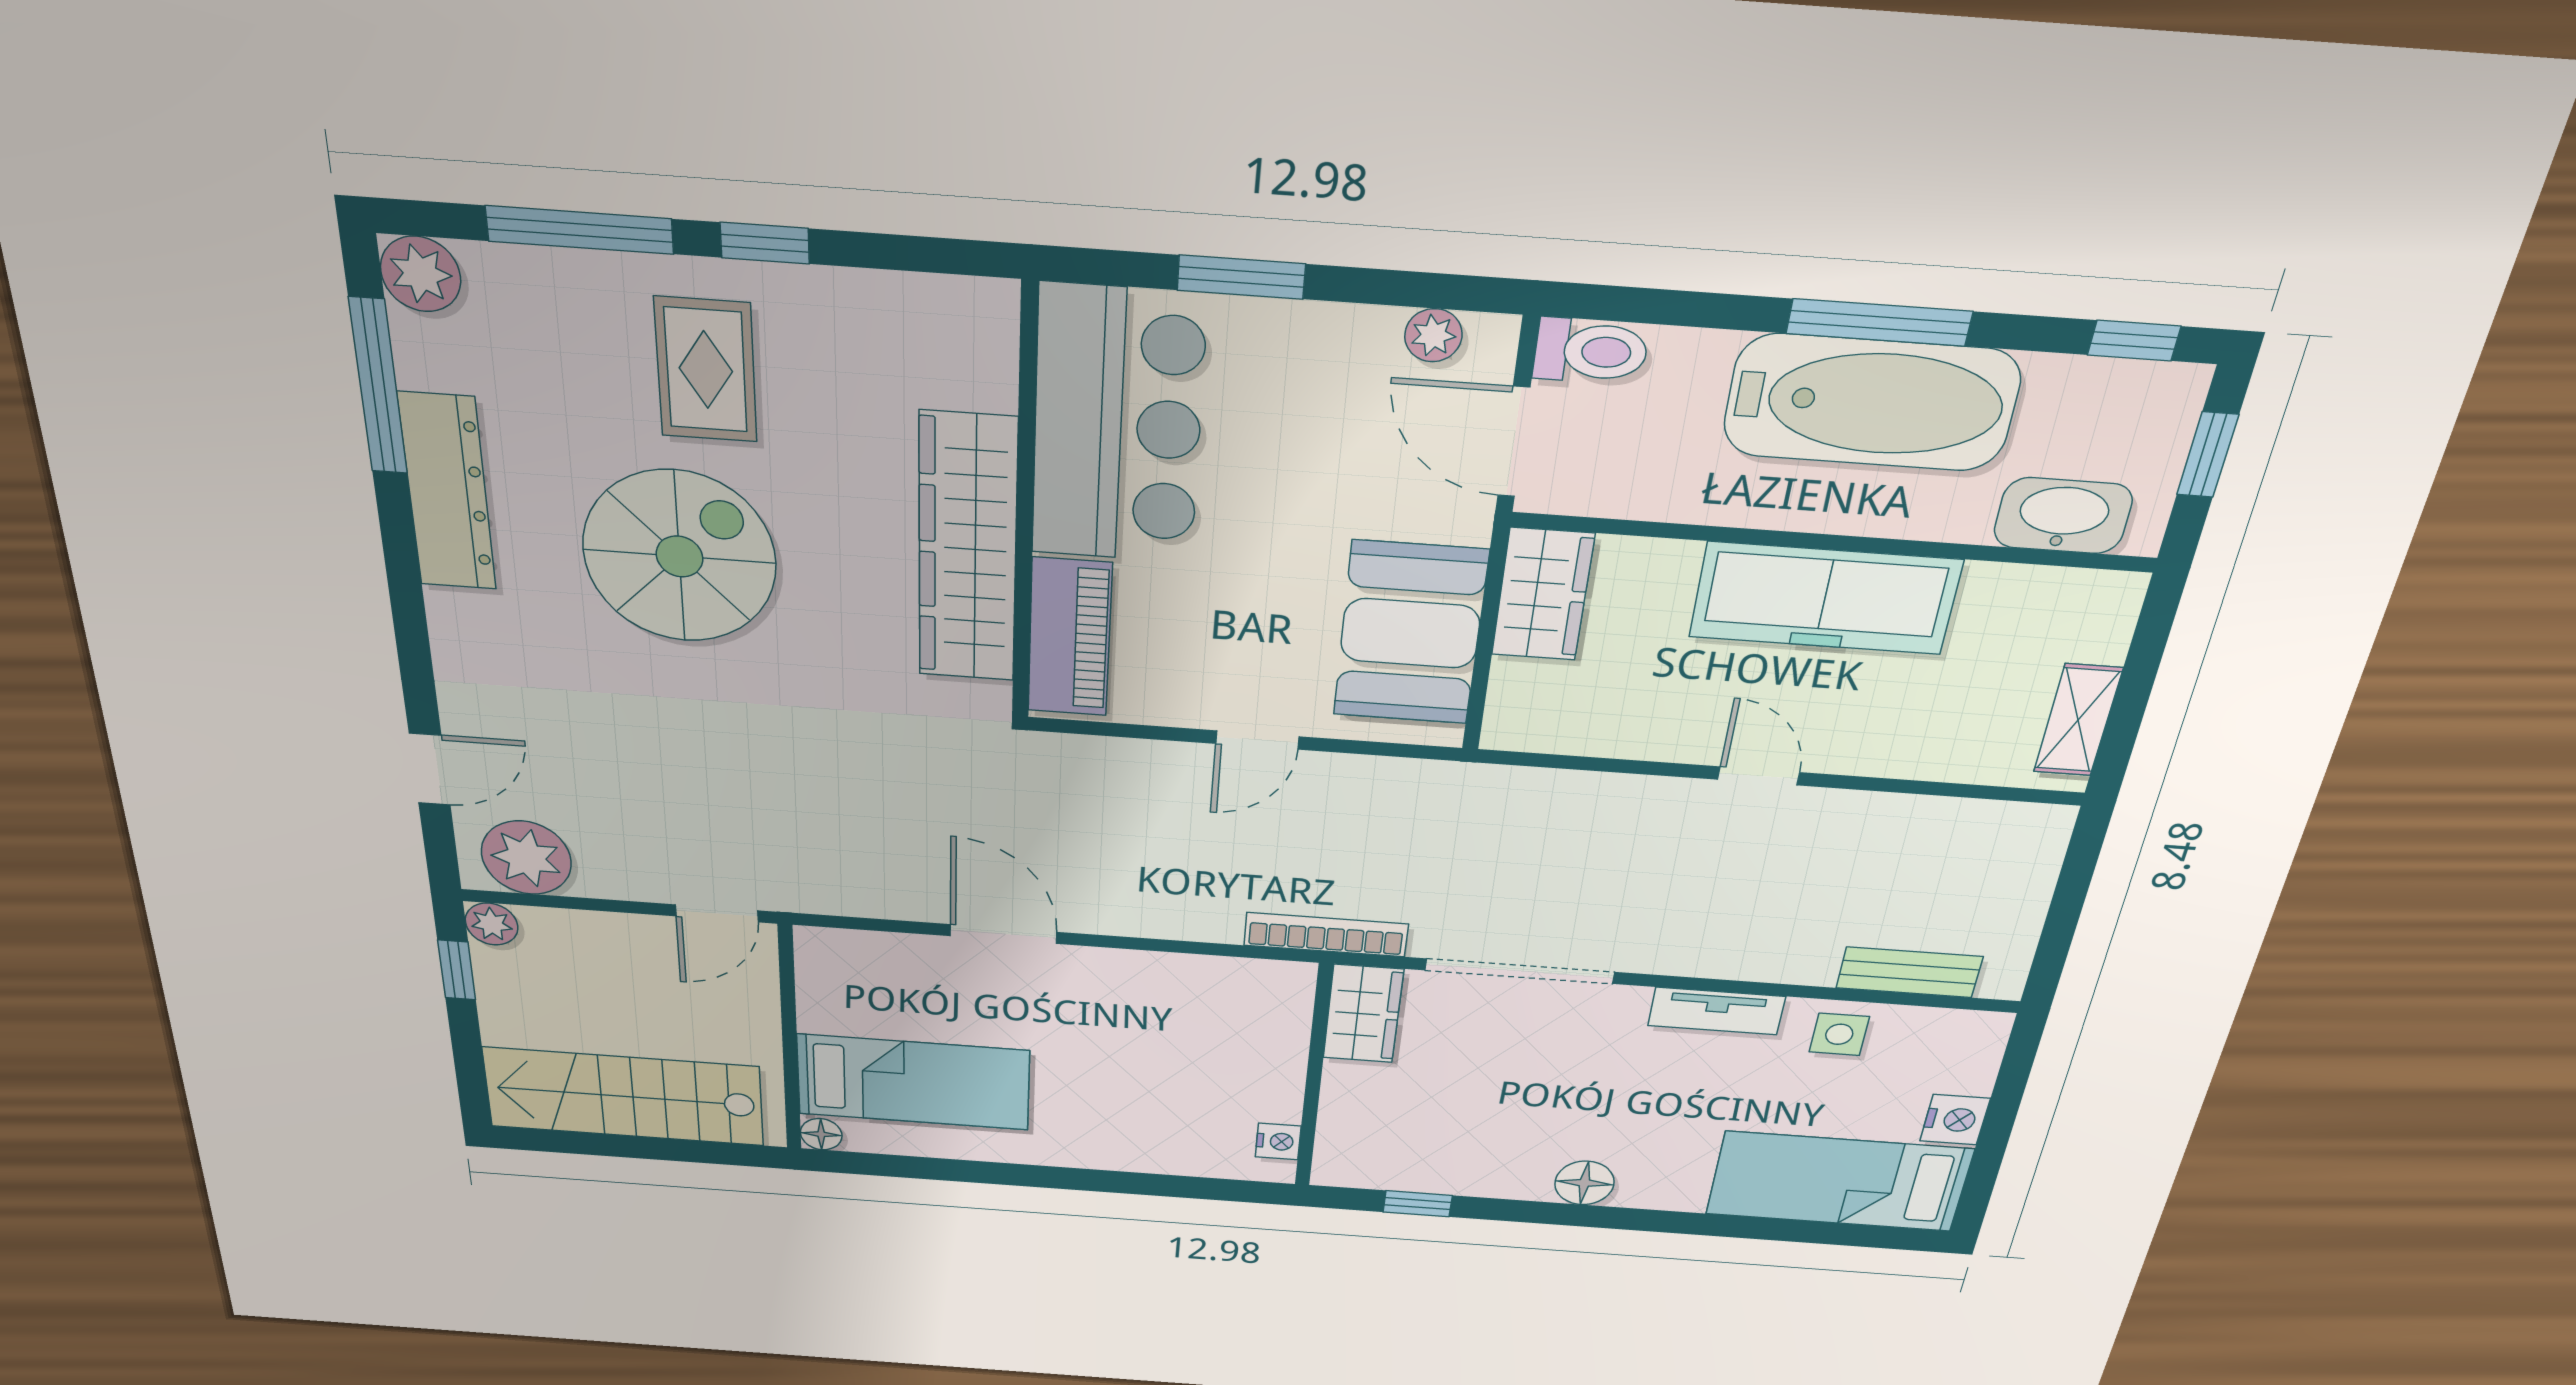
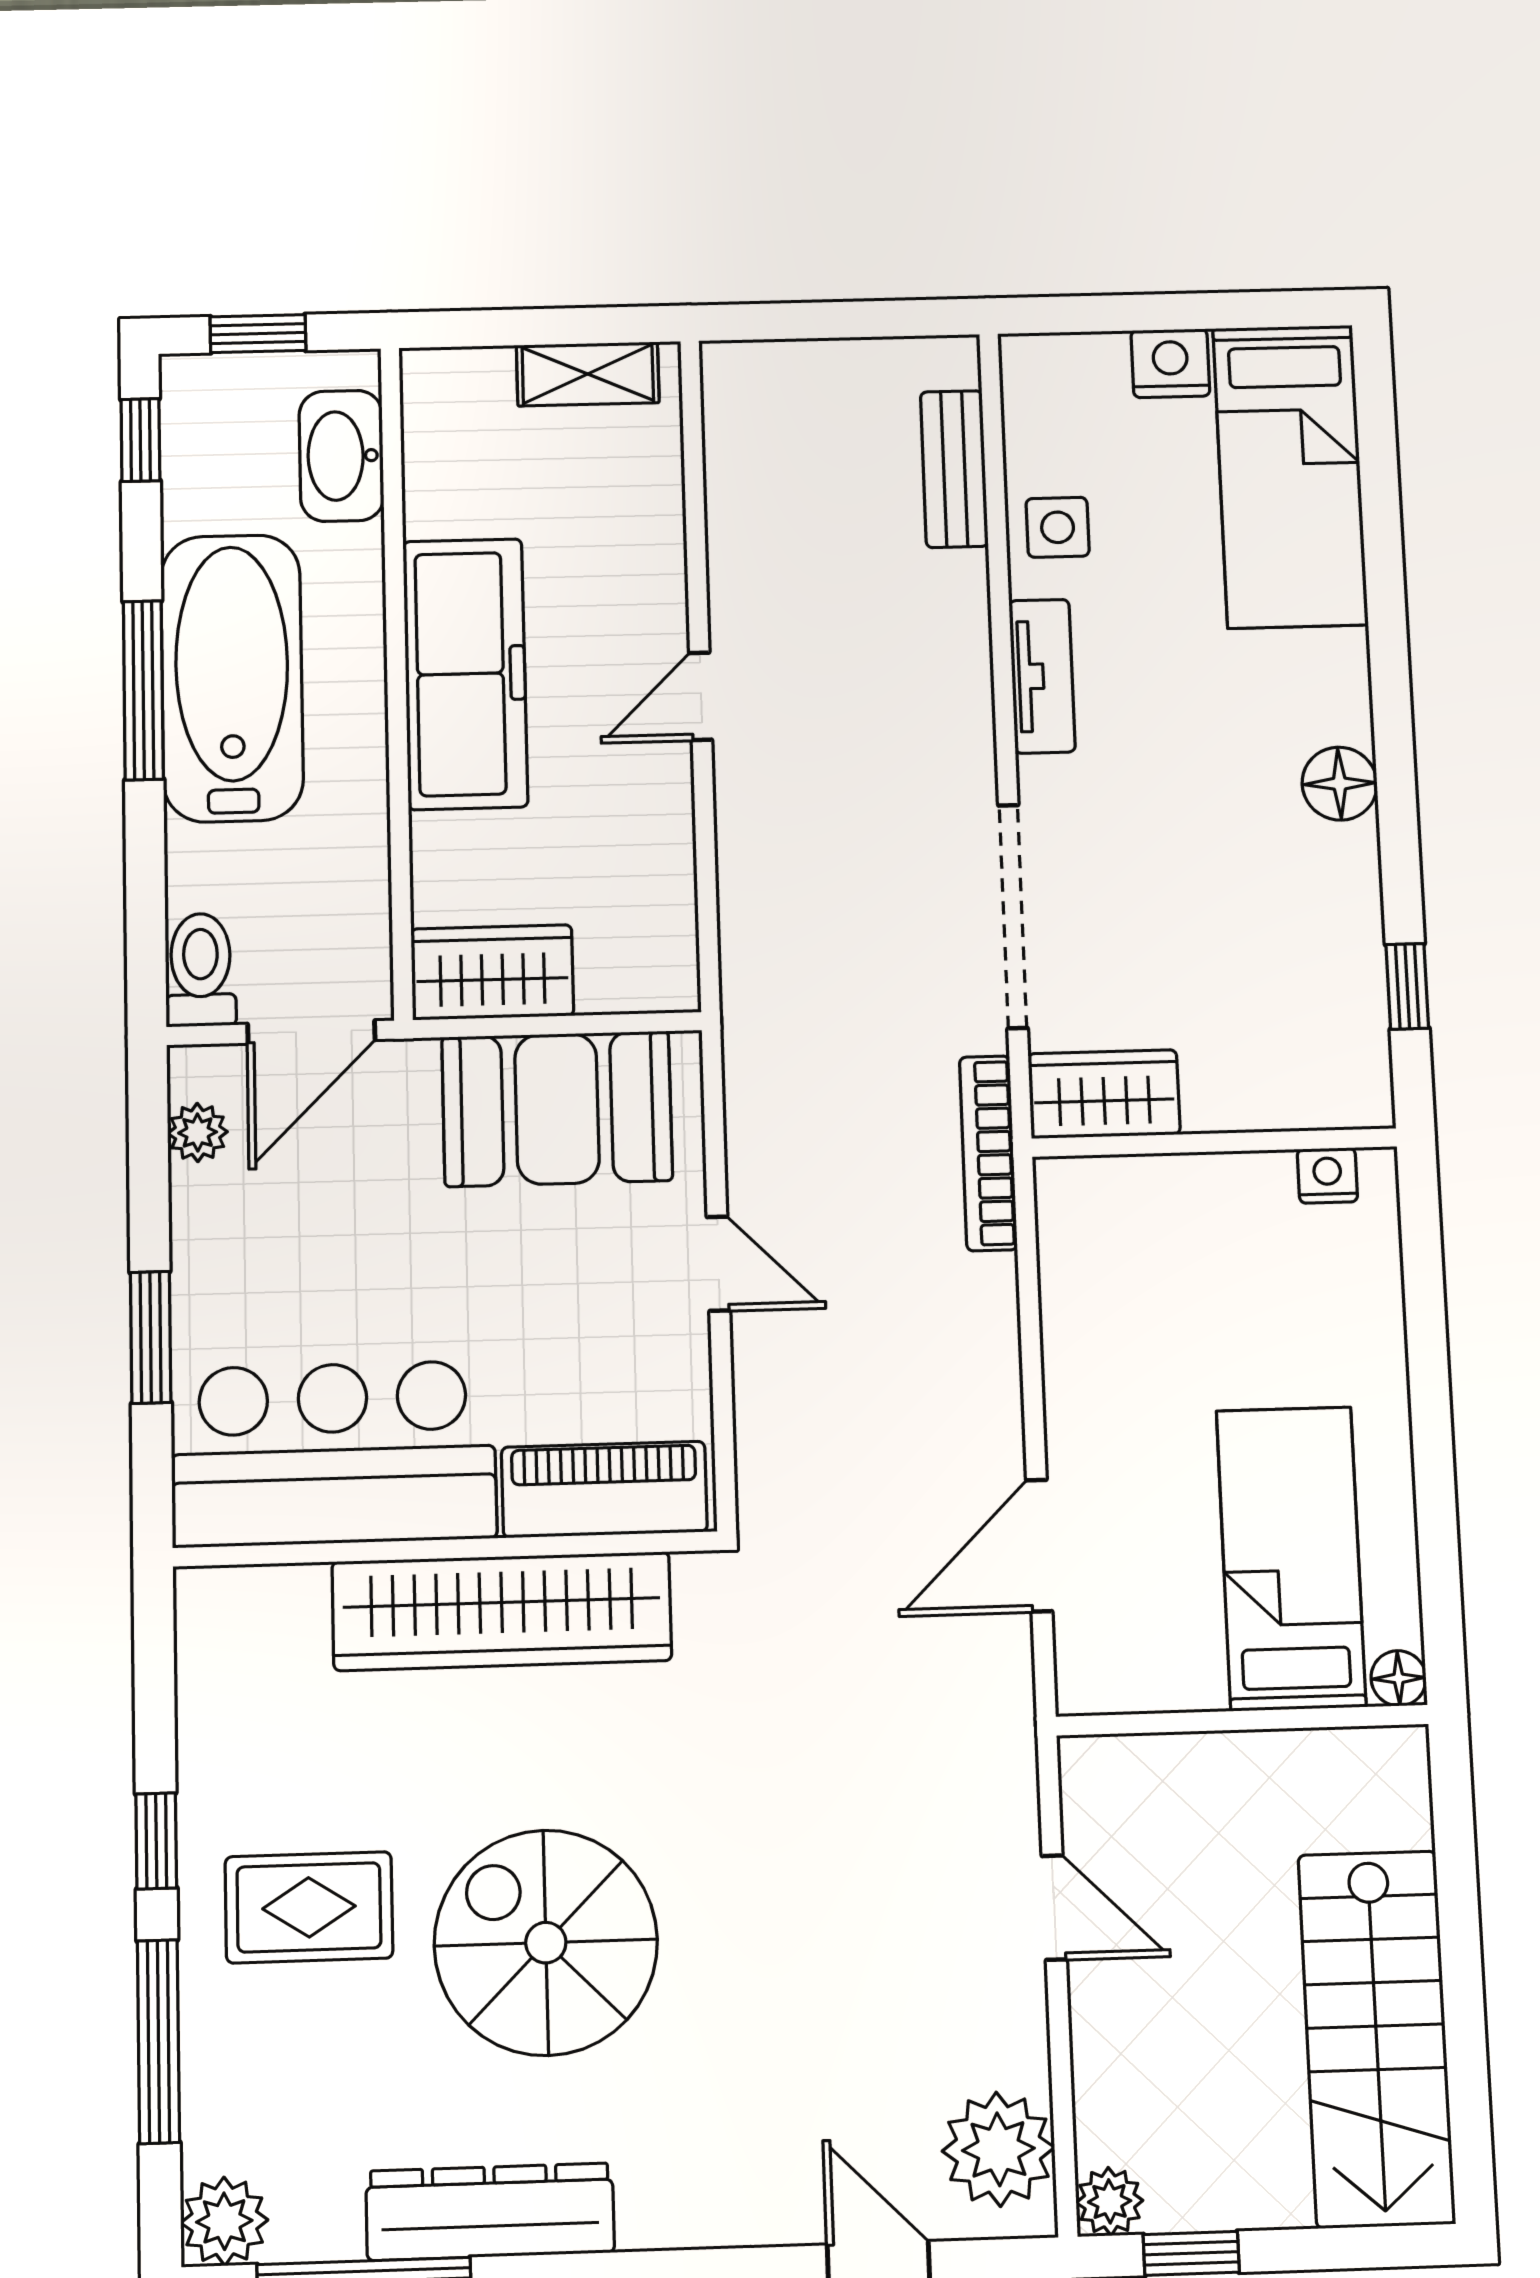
wall: (790, 1040) -> (1242, 1720), moved
bed: (913, 1082) -> (1291, 1558), moved
floor lamp: (821, 1134) -> (1399, 1678), moved

